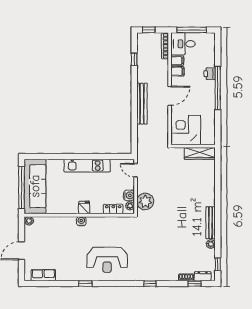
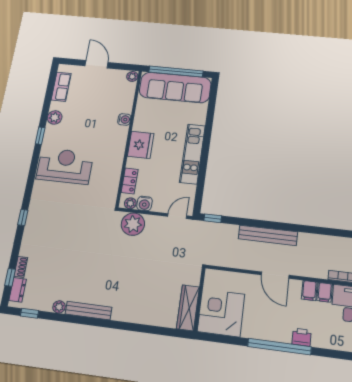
window: (134, 59) -> (213, 218), moved
corner desk: (186, 130) -> (221, 313), moved, turned -90
fridge: (84, 208) -> (141, 145), width x1.88, depth x1.34
water cooler: (81, 221) -> (124, 119), moved
reception desk: (107, 260) -> (65, 166), turned 90
plant: (69, 275) -> (55, 117), added

